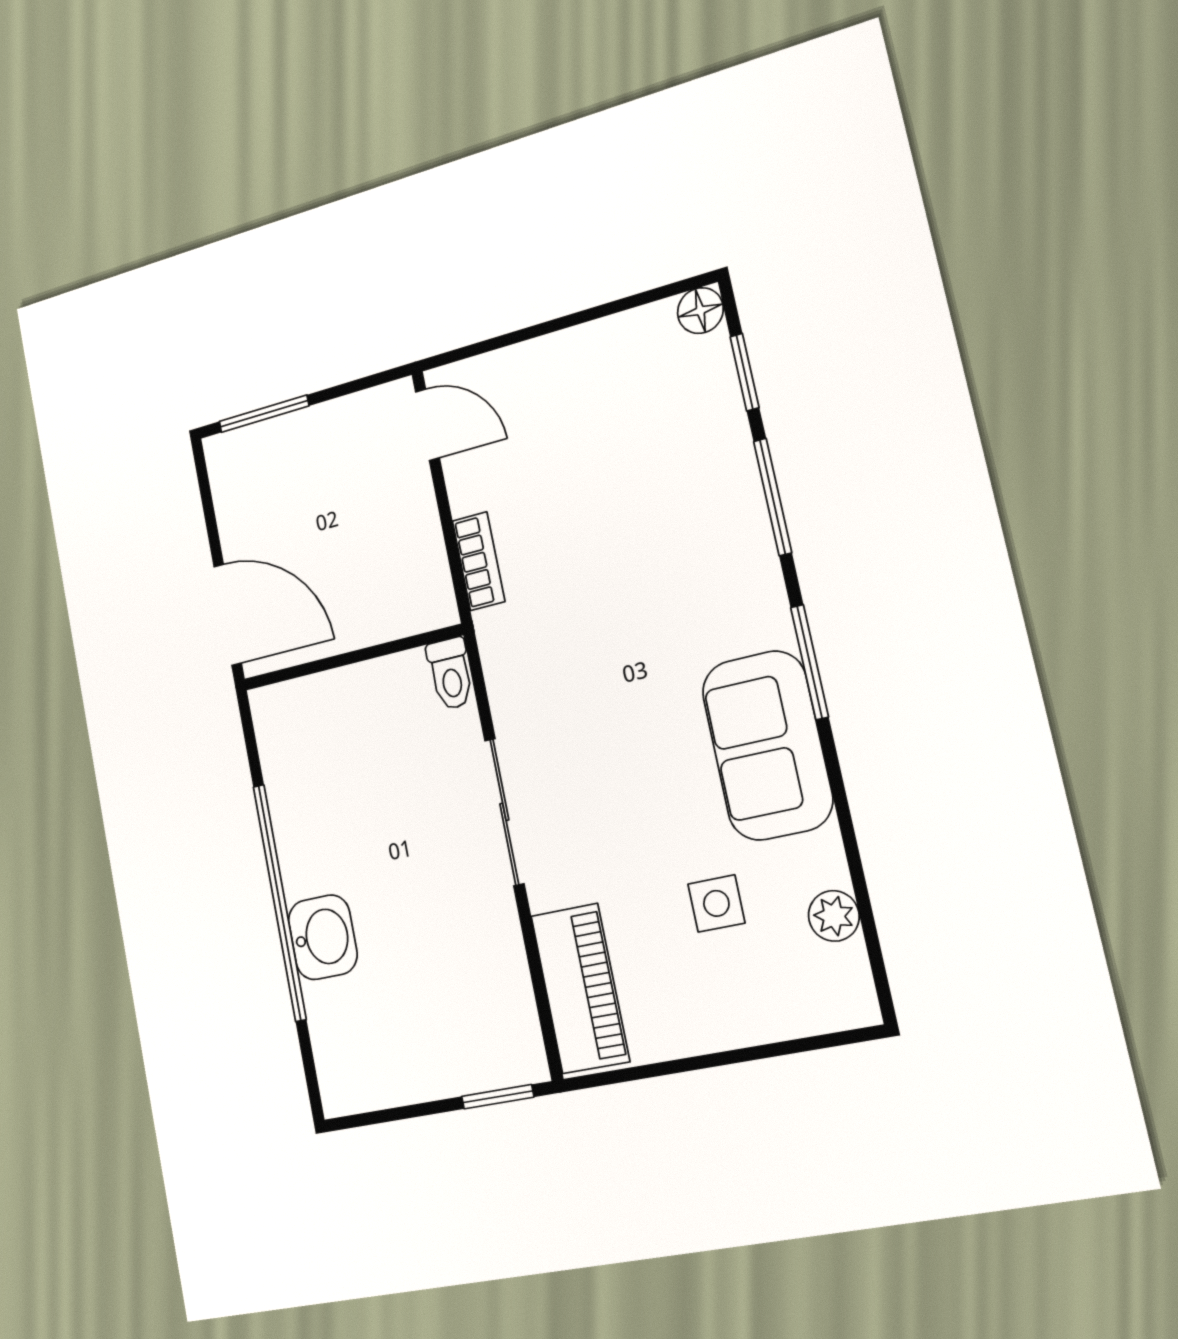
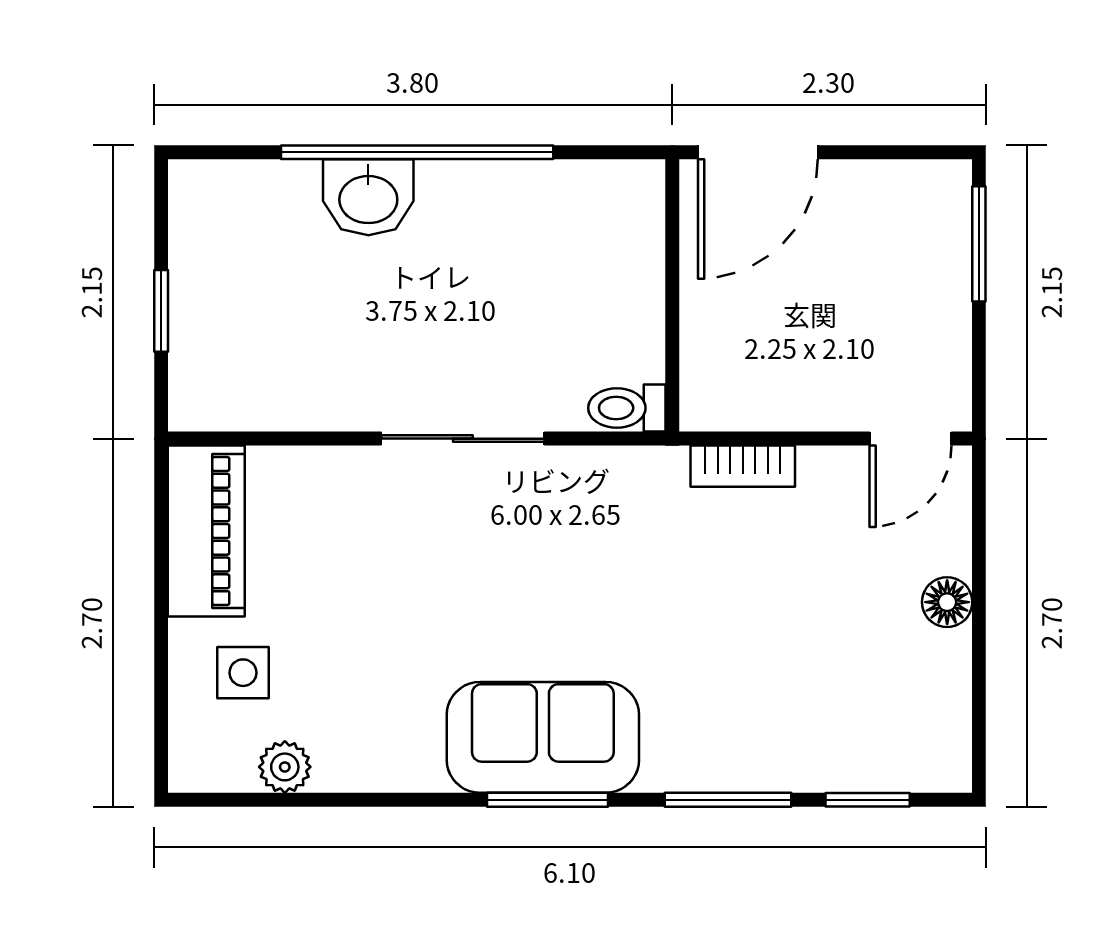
floor lamp: (700, 311) -> (947, 602), moved
sofa: (767, 745) -> (543, 737), moved
side table: (716, 903) -> (243, 673), moved
piano: (580, 988) -> (206, 531), moved, turned -90
window: (498, 1097) -> (161, 311), moved

